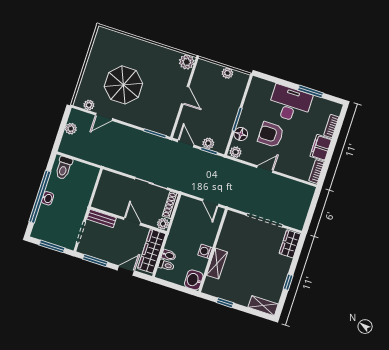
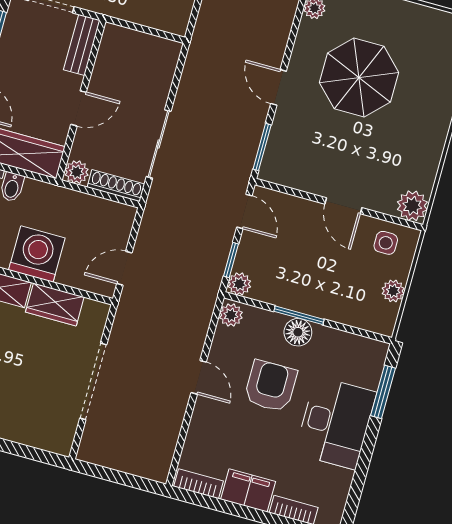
side table: (204, 76) -> (386, 243), added
window: (310, 91) -> (383, 392), moved
door: (185, 95) -> (343, 206), hinge flipped
door: (104, 117) -> (279, 87), moved
floor lamp: (241, 134) -> (298, 332), moved
door: (186, 143) -> (244, 211), hinge flipped
plant: (208, 143) -> (239, 284), moved
wardrobe: (290, 244) -> (55, 304), moved, turned 180
washing machine: (205, 251) -> (37, 254), width x1.89, depth x1.89

